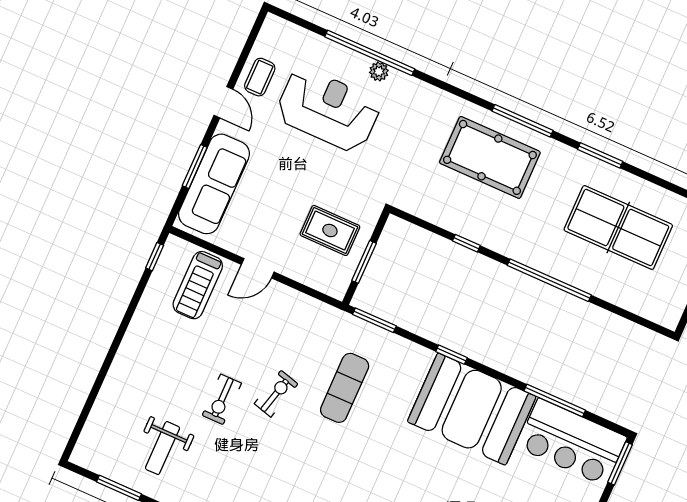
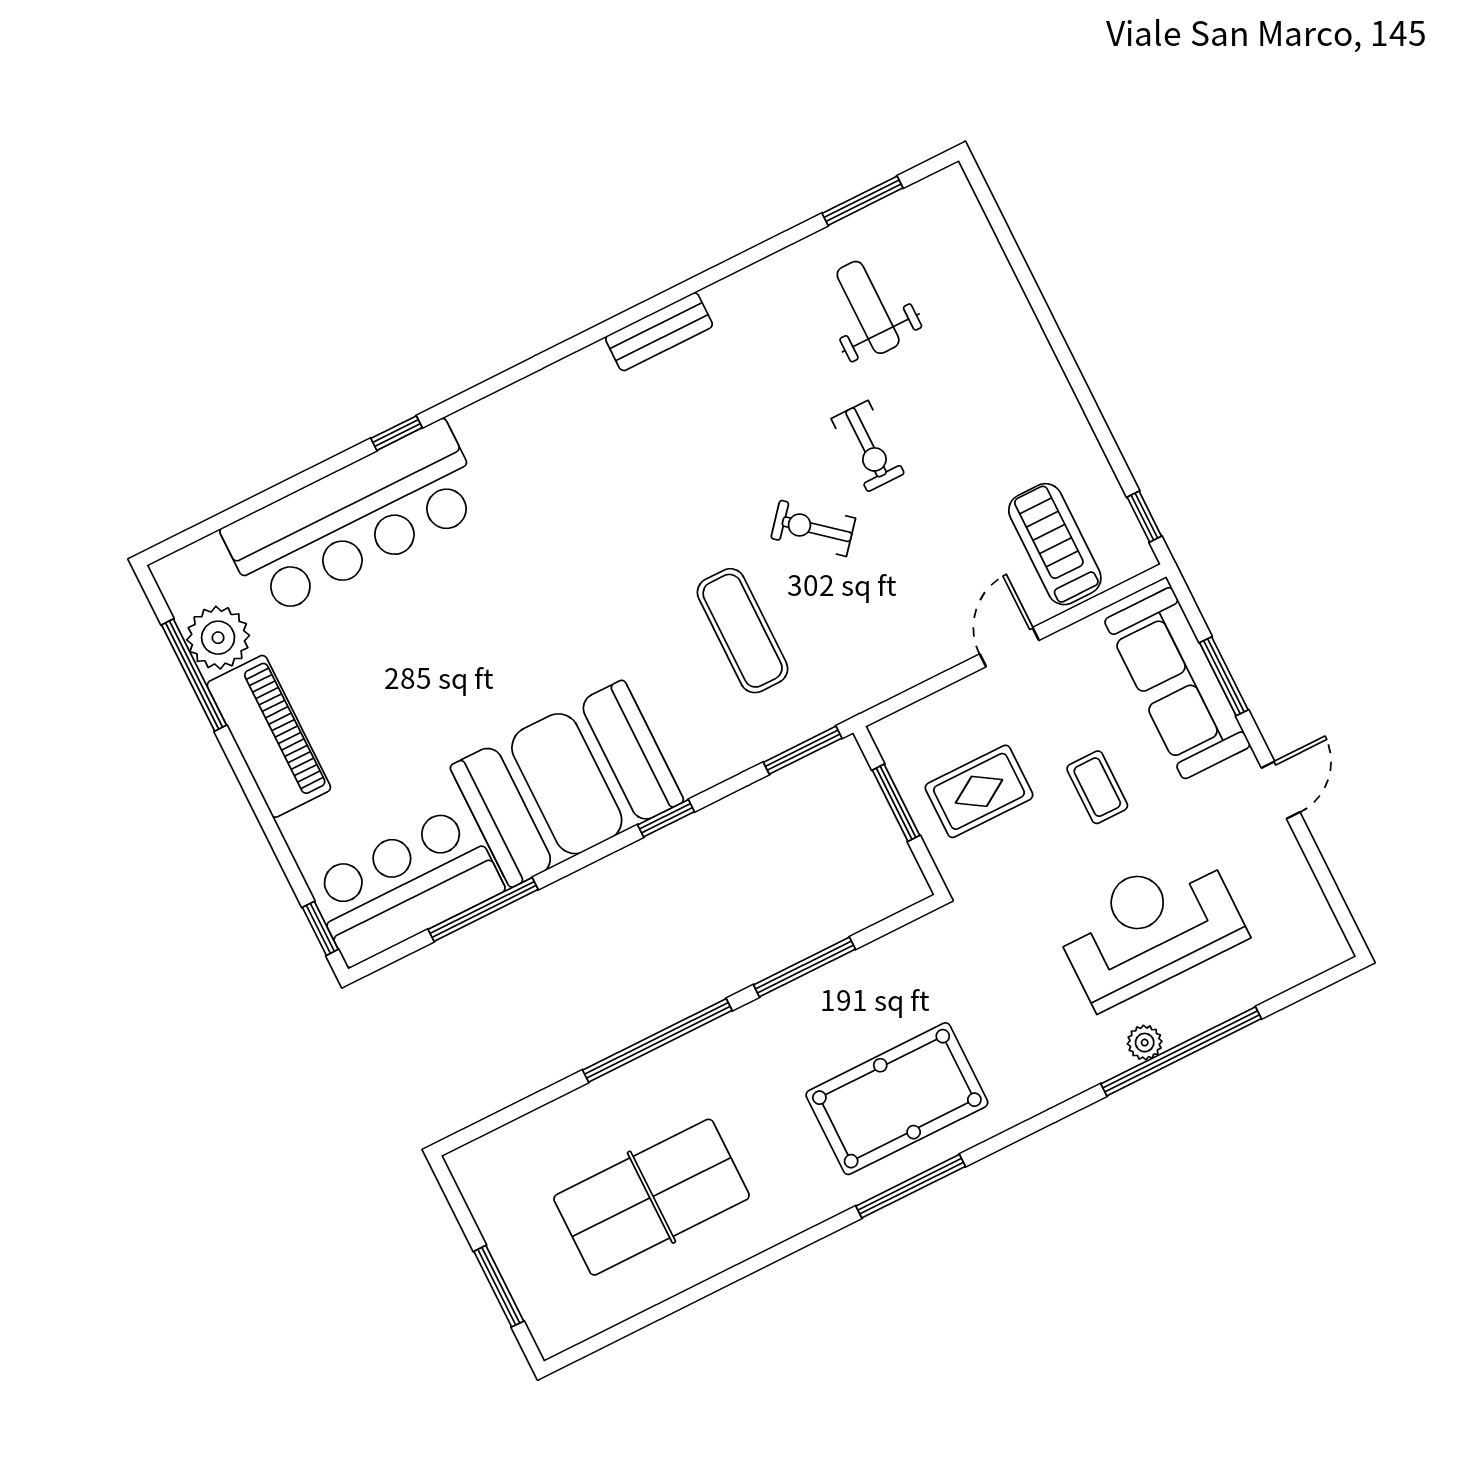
coffee table: (260, 77) -> (1097, 787), moved
door: (223, 102) -> (1281, 790), swing flipped
reception desk: (328, 110) -> (1150, 928), turned 180
window: (600, 155) -> (773, 1255), removed
window: (466, 243) -> (804, 967), width x2.17
exercise bike: (276, 394) -> (813, 528), turned 115
exercise bike: (222, 399) -> (868, 446), turned 180
window: (620, 463) -> (320, 928), width x0.67

